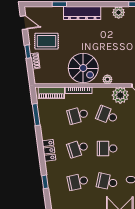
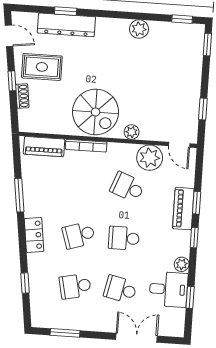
plant: (119, 12) -> (139, 29), moved
dresser: (82, 13) -> (66, 25), moved
window: (36, 115) -> (19, 195), moved
school desk: (78, 115) -> (82, 184), removed

